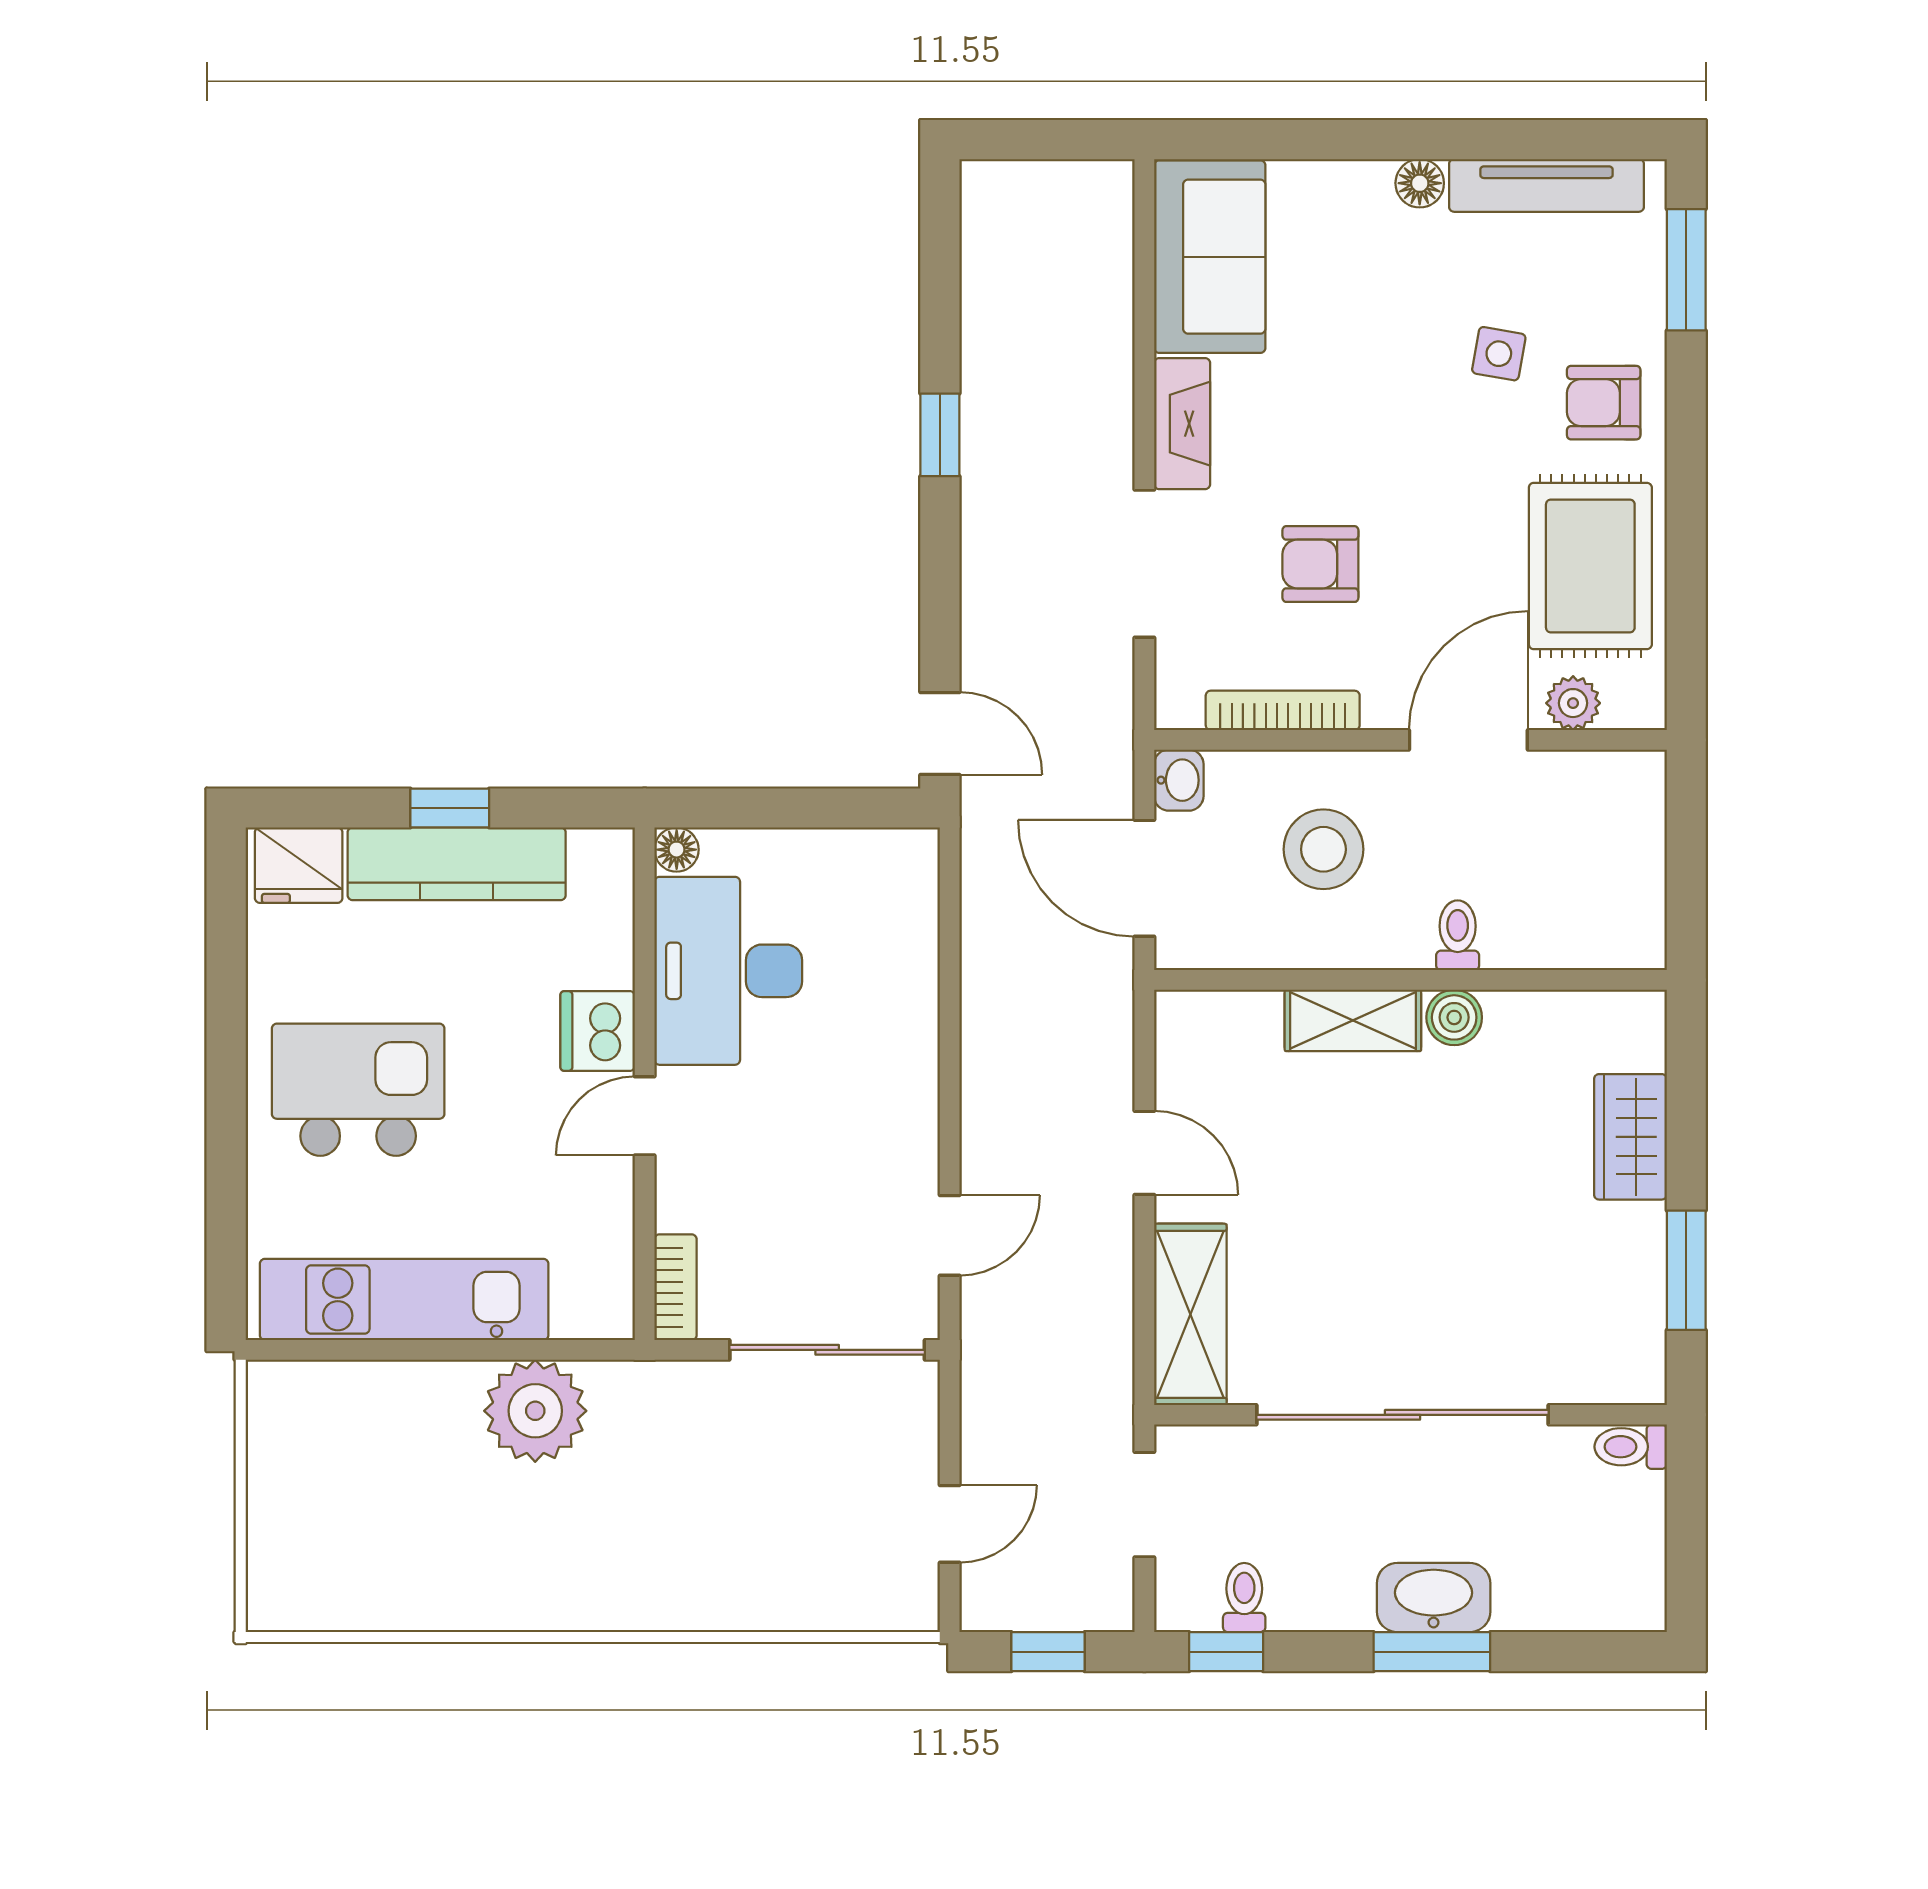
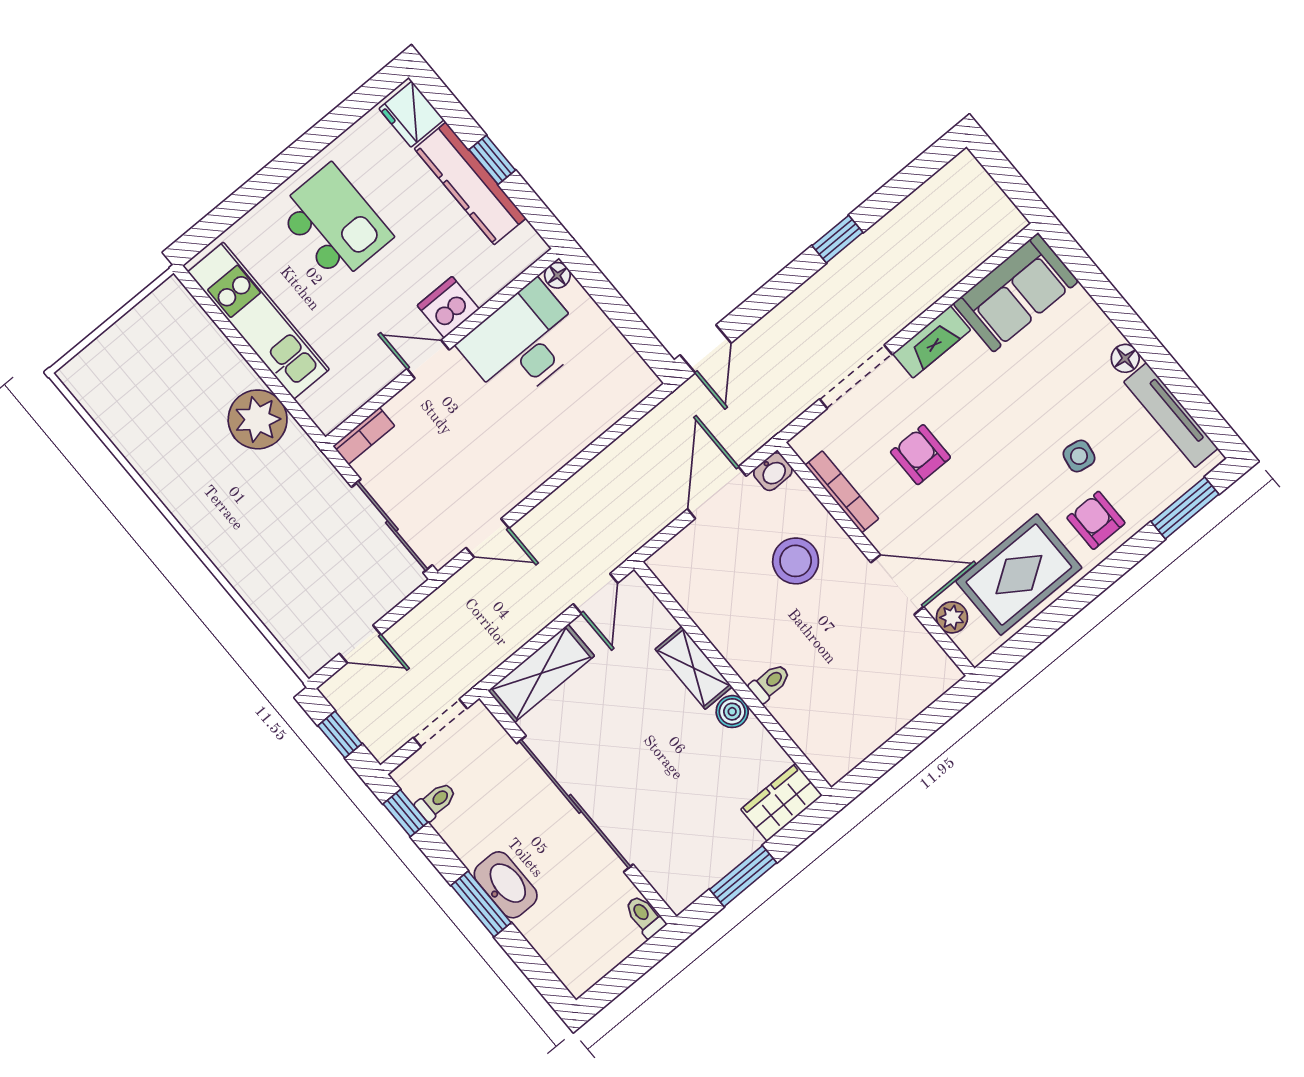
toilet: (1458, 935) -> (770, 683), moved
wall: (1410, 980) -> (733, 678), moved
boiler: (1454, 1017) -> (732, 712), moved
shelving: (1353, 1020) -> (694, 668), moved

